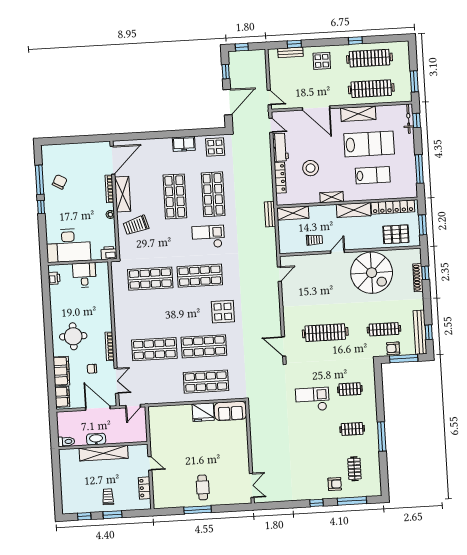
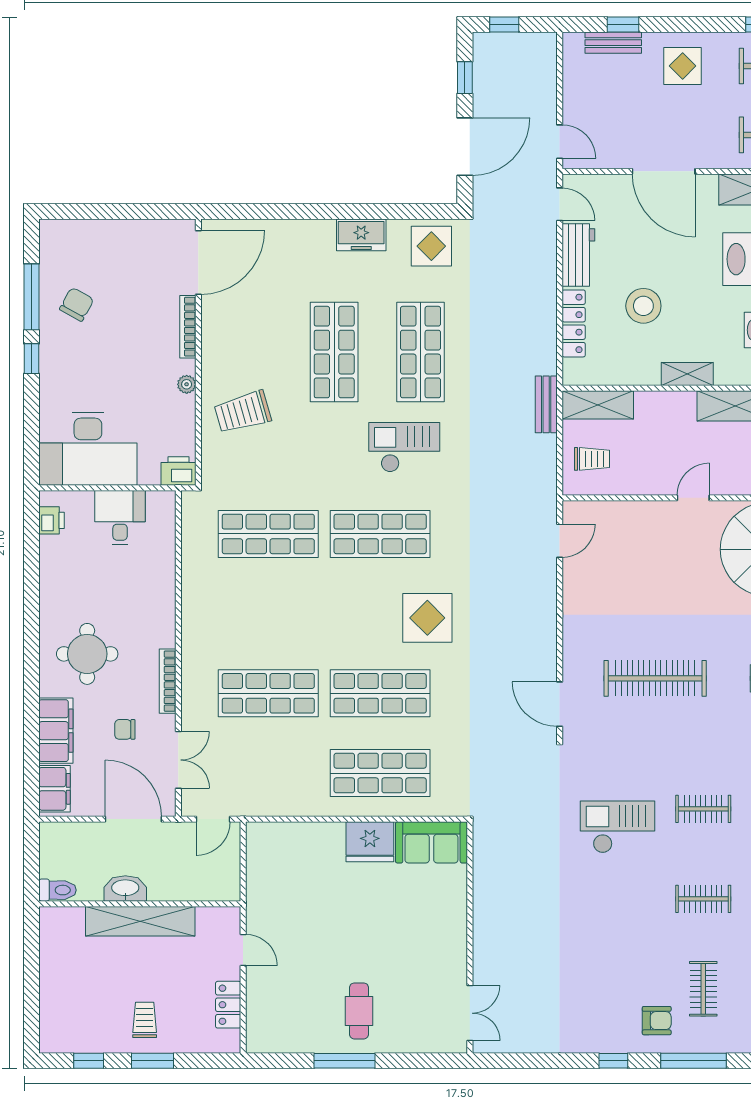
shelving: (123, 194) -> (217, 340), removed
trolley: (314, 240) -> (592, 459), moved

